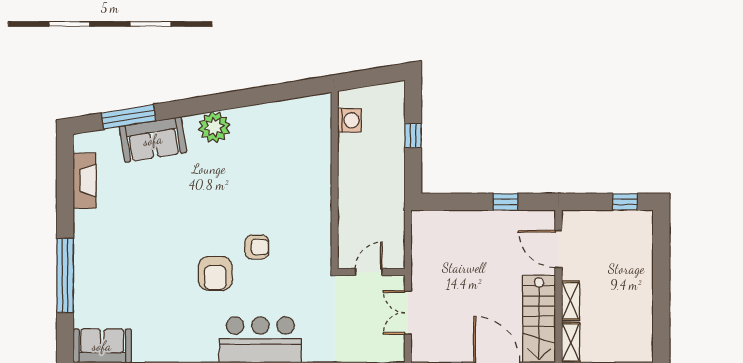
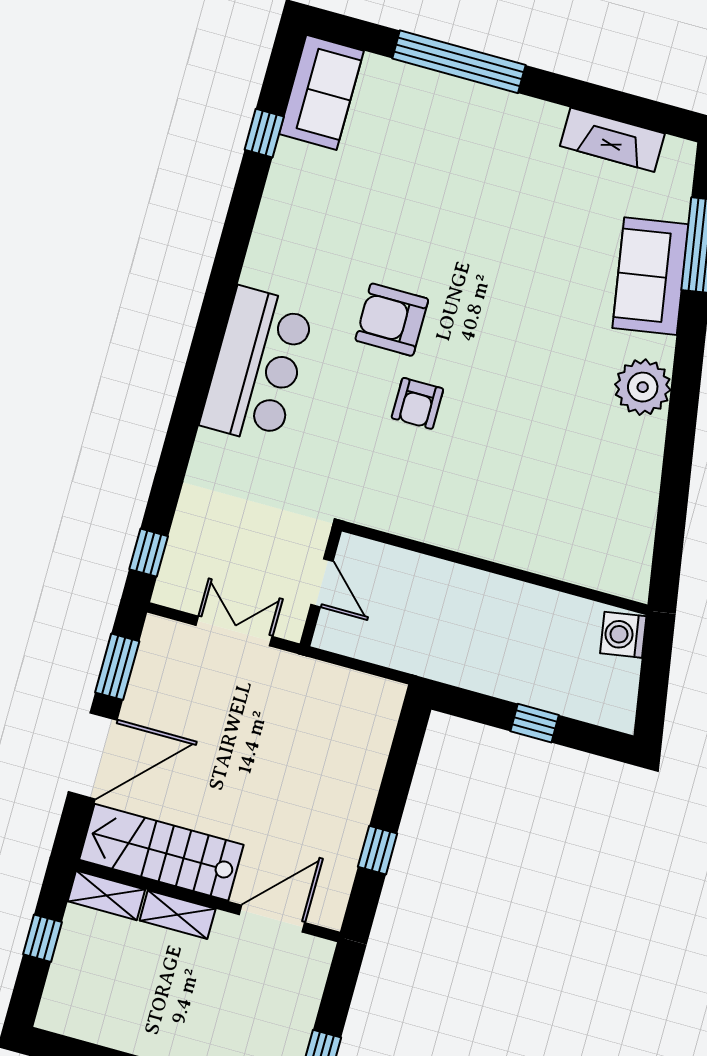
washing machine: (350, 120) -> (623, 635), moved, turned 81

